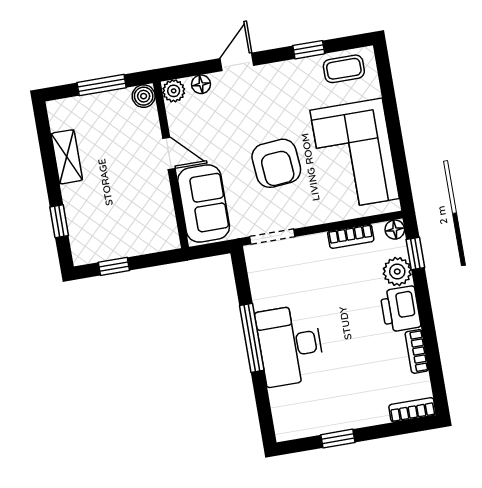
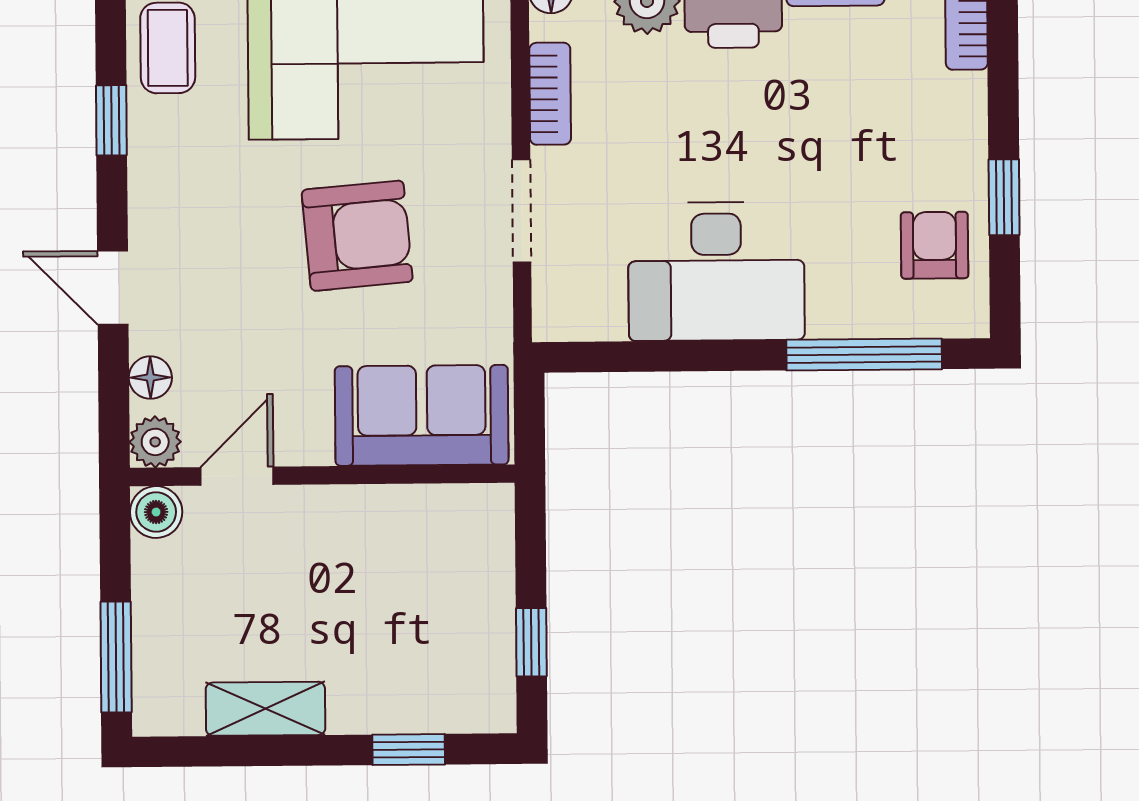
window: (102, 85) -> (116, 657), moved
door: (169, 153) -> (237, 476), moved
doorway: (272, 237) -> (522, 211), moved
window: (252, 338) -> (864, 355), moved
desk: (290, 345) -> (716, 271), moved
armchair: (312, 412) -> (935, 245), added

